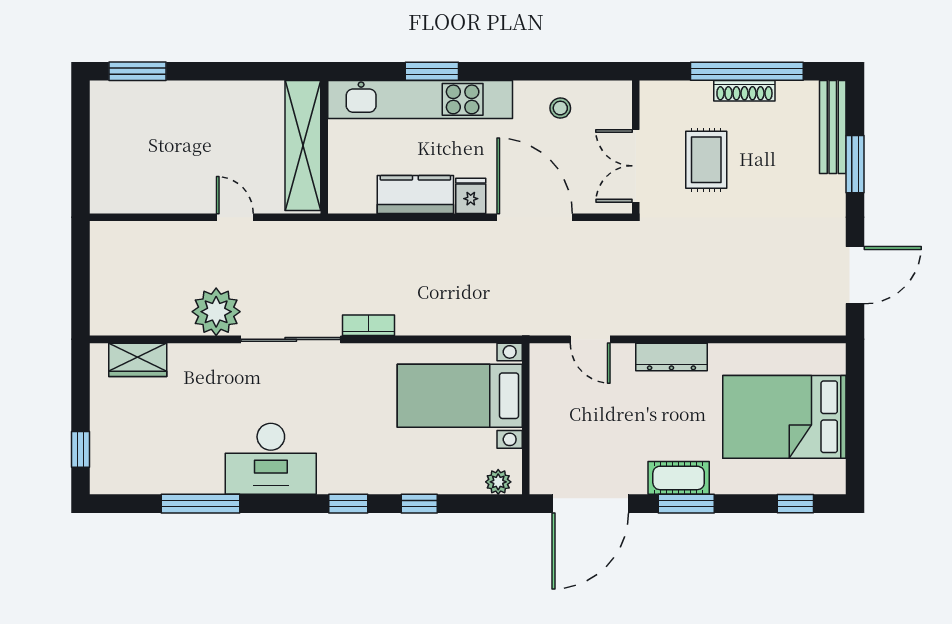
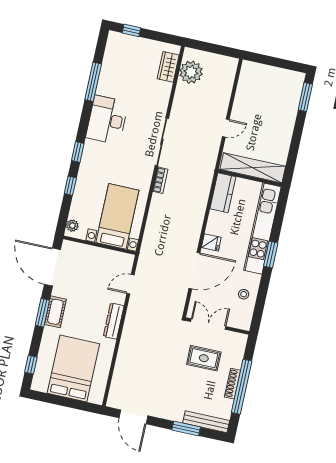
window: (432, 71) -> (271, 255), moved
kitchen counter: (415, 195) -> (223, 193), moved
plant: (216, 312) -> (191, 72), moved

